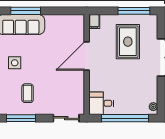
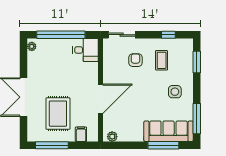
plant: (75, 19) -> (112, 137), added
filing cabinet: (94, 22) -> (81, 134), moved
armchair: (53, 93) -> (135, 60), added
window: (21, 118) -> (168, 35), width x0.46

